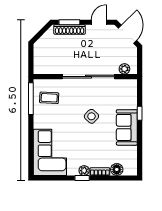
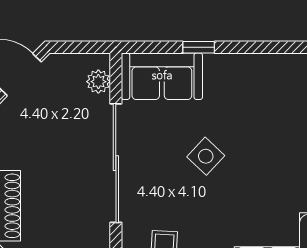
sofa: (127, 127) -> (162, 76), moved

